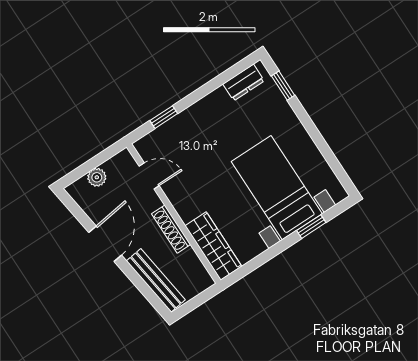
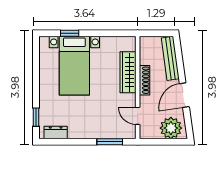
window: (164, 117) -> (110, 142), width x1.50
plant: (97, 177) -> (171, 128), width x1.87, depth x1.87
wardrobe: (213, 246) -> (128, 72), moved

